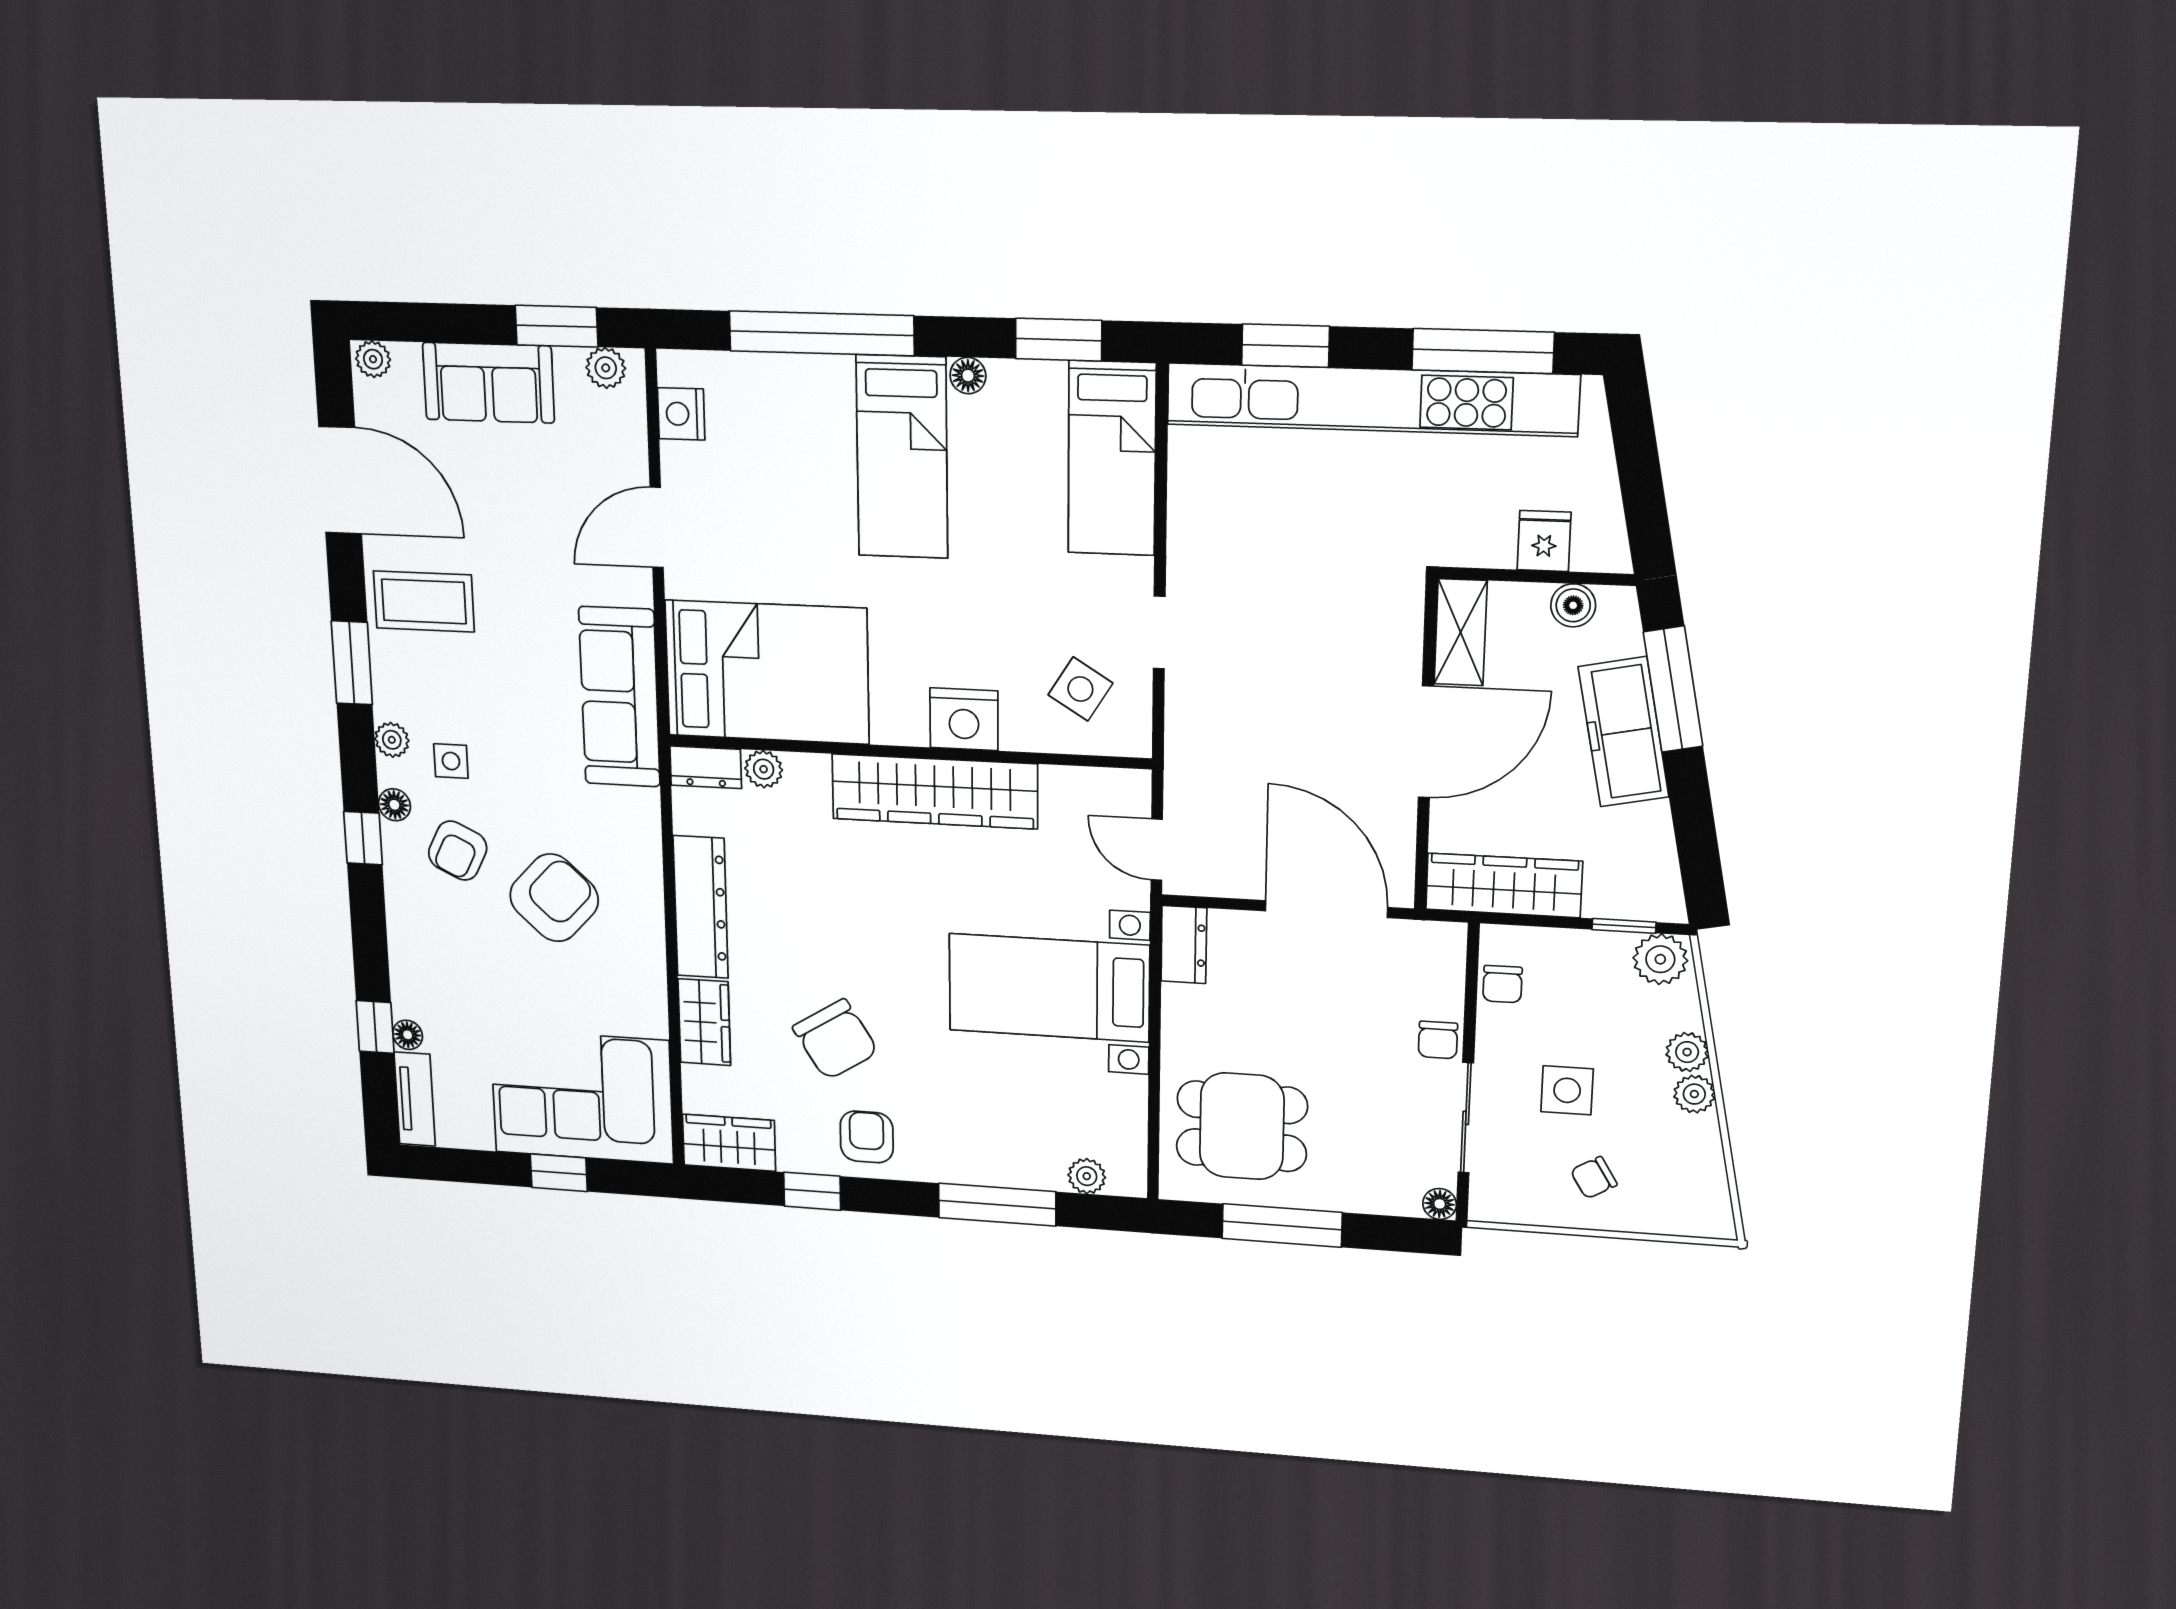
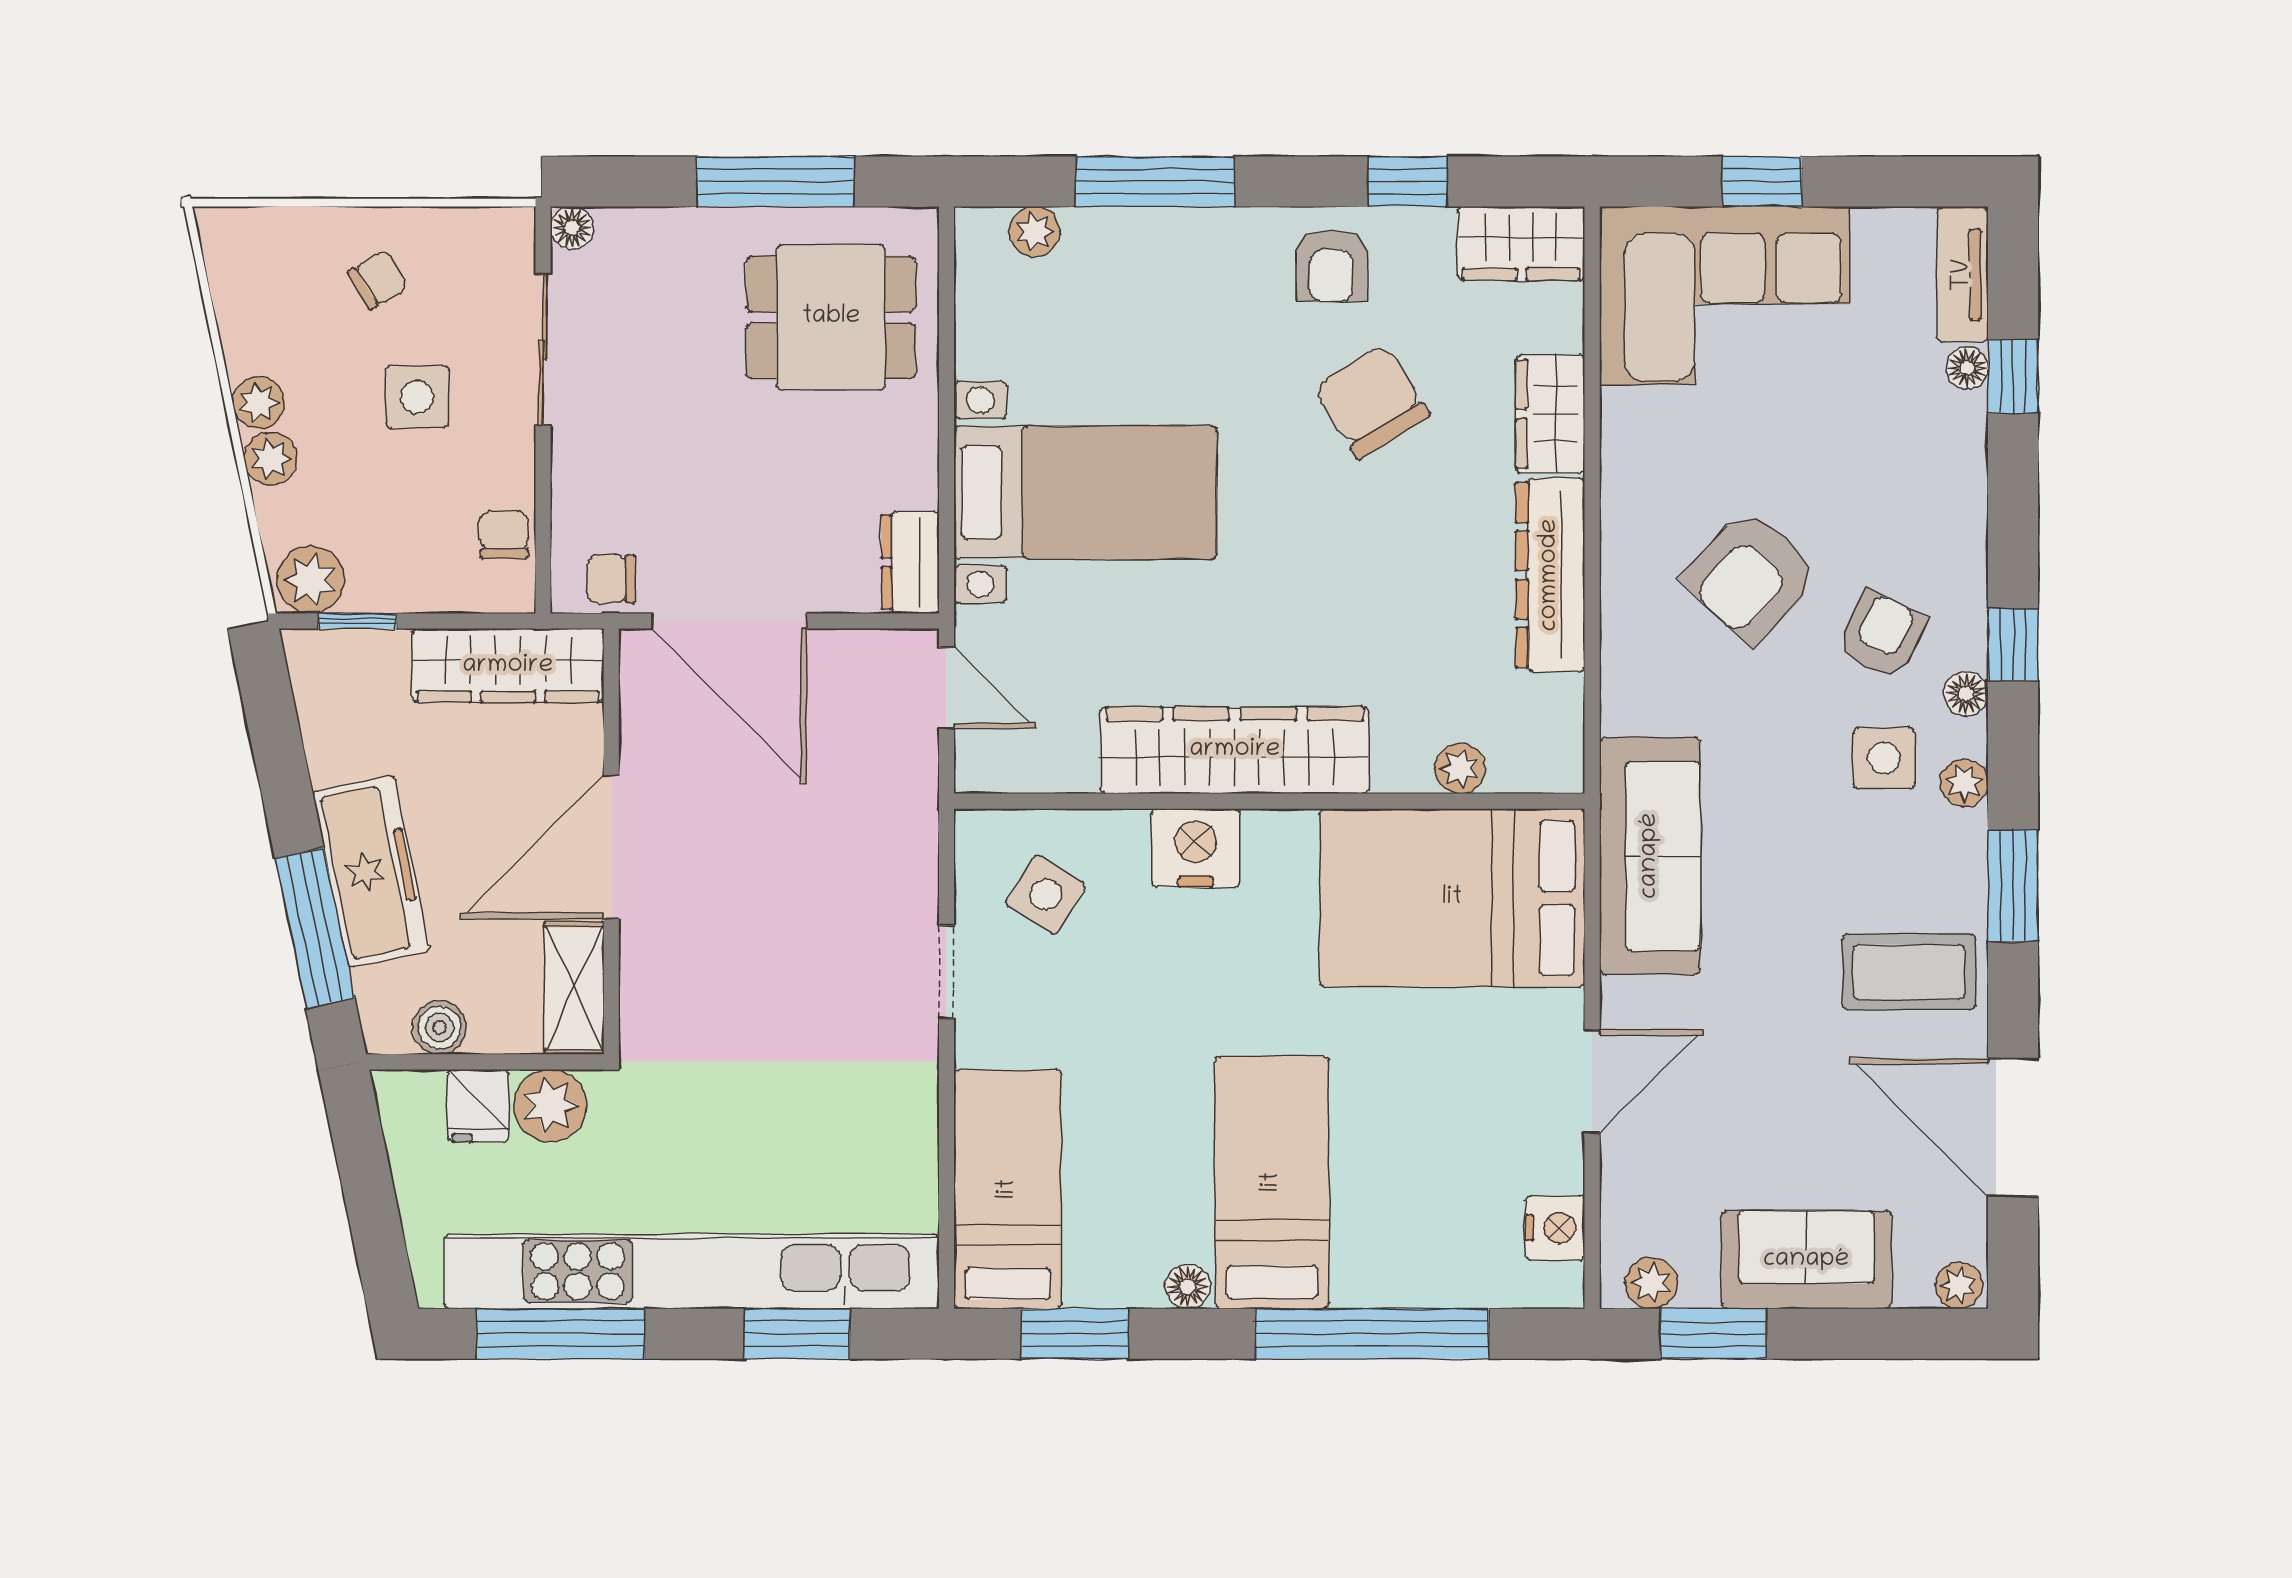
plant: (1484, 539) -> (550, 1106), added
side table: (451, 761) -> (1884, 758), width x1.37, depth x1.37
dresser: (706, 767) -> (1537, 767), removed
chair: (1438, 1040) -> (611, 579), moved, turned -90

